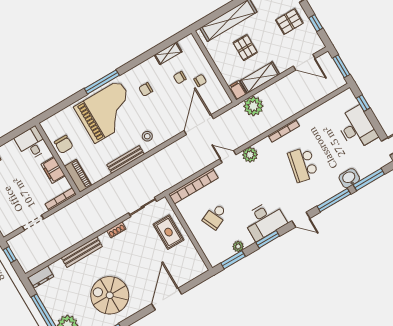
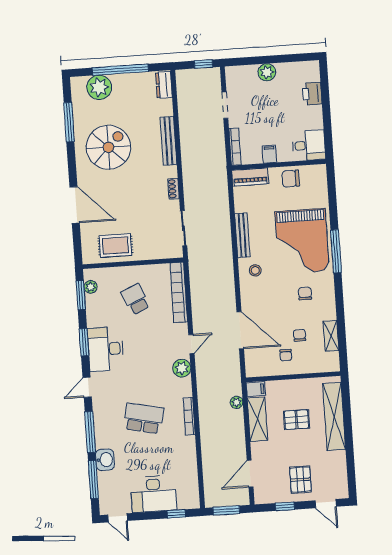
plant: (253, 106) -> (237, 402), width x0.53, depth x0.53
filing cabinet: (53, 170) -> (269, 154), width x0.50
rug: (169, 232) -> (115, 246), moved
plant: (238, 246) -> (91, 287), moved

